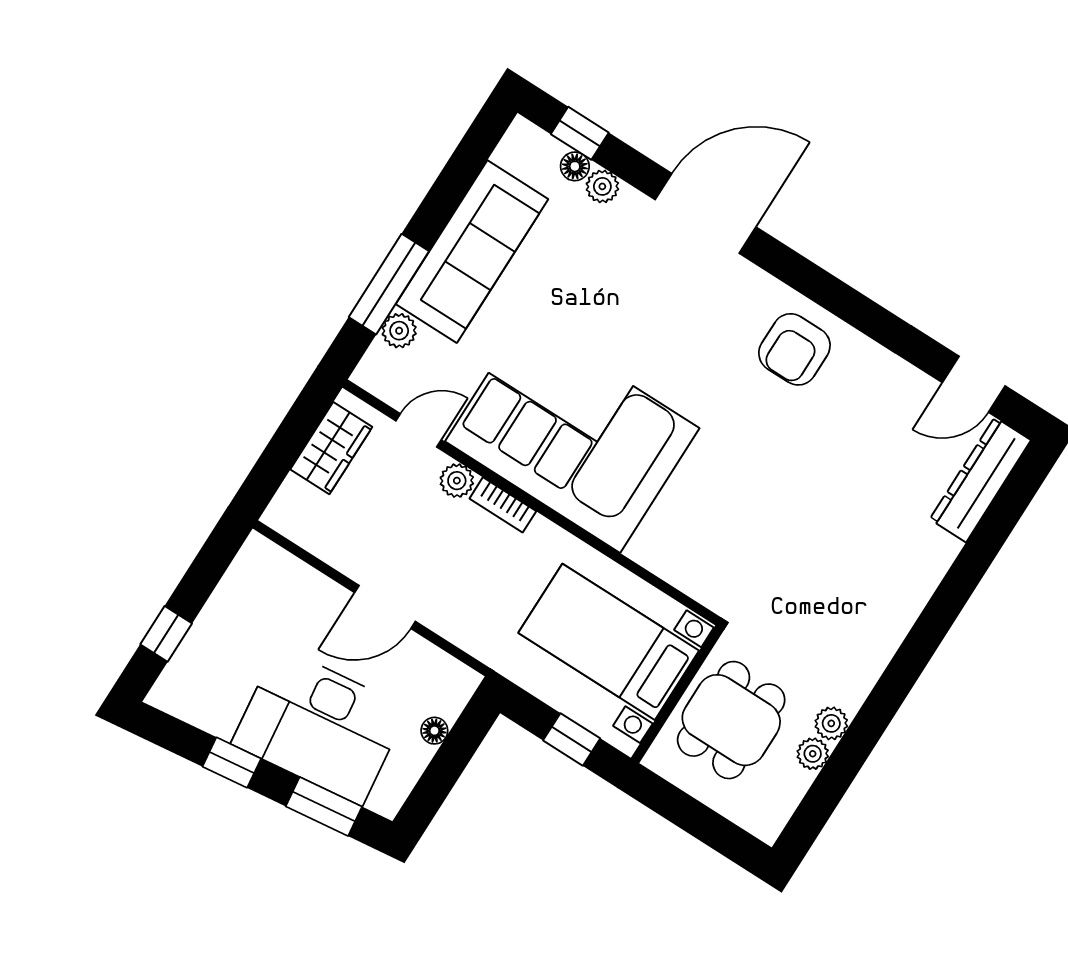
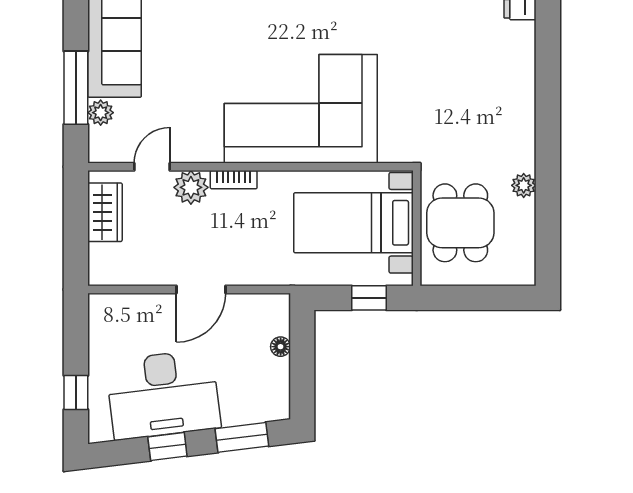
corner sofa: (572, 435) -> (301, 109), moved
plant: (457, 481) -> (191, 187), width x1.38, depth x1.38
desk: (320, 726) -> (163, 394), moved
plant: (813, 754) -> (524, 212), removed

